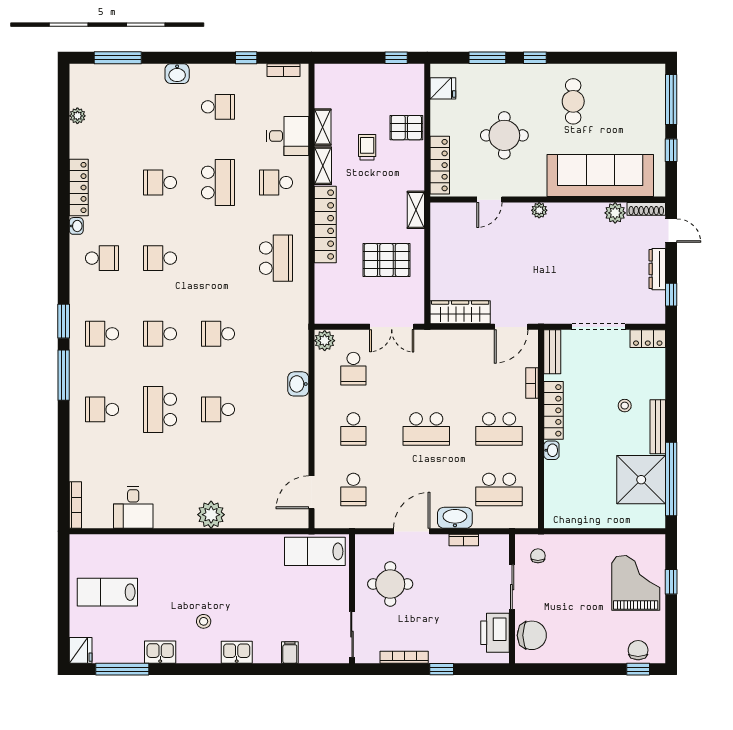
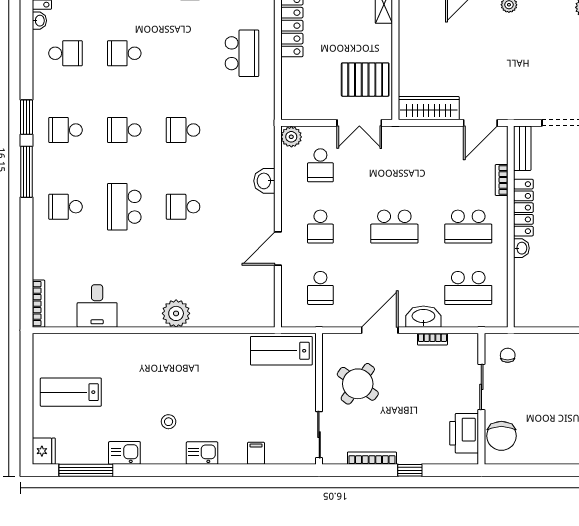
pallet: (386, 260) -> (365, 80), moved
door: (311, 492) -> (278, 249), moved
round table: (390, 584) -> (358, 384), turned 36
chair: (532, 635) -> (501, 436), turned 90

